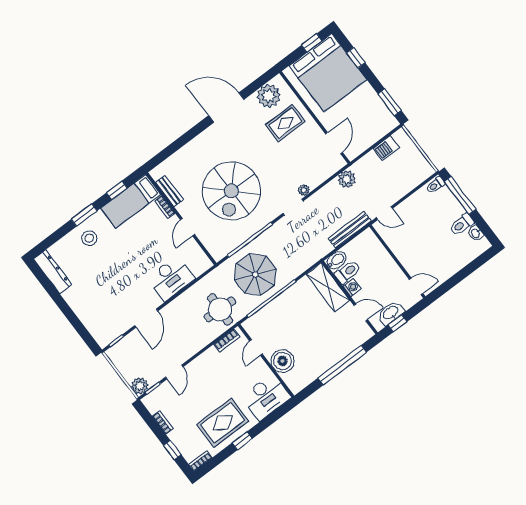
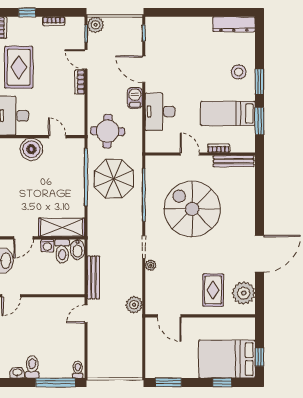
bed: (328, 73) -> (227, 359), width x0.73
barbecue: (386, 148) -> (135, 98), moved
window: (117, 190) -> (259, 121), width x1.50
bench: (169, 191) -> (234, 161), width x1.36
bed: (131, 201) -> (228, 113), moved, turned -90
bookcase: (227, 341) -> (80, 82), moved

